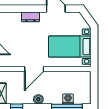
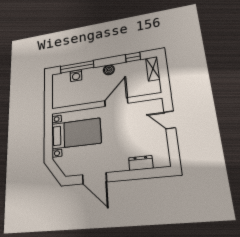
dresser: (30, 17) -> (141, 163), moved

